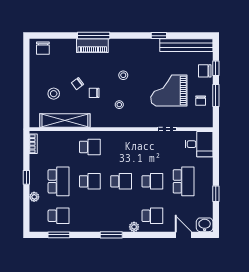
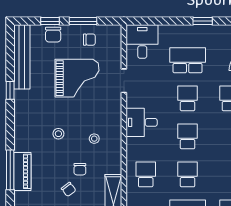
grand piano: (169, 91) -> (77, 78), turned -90
desk: (133, 144) -> (142, 122), added

